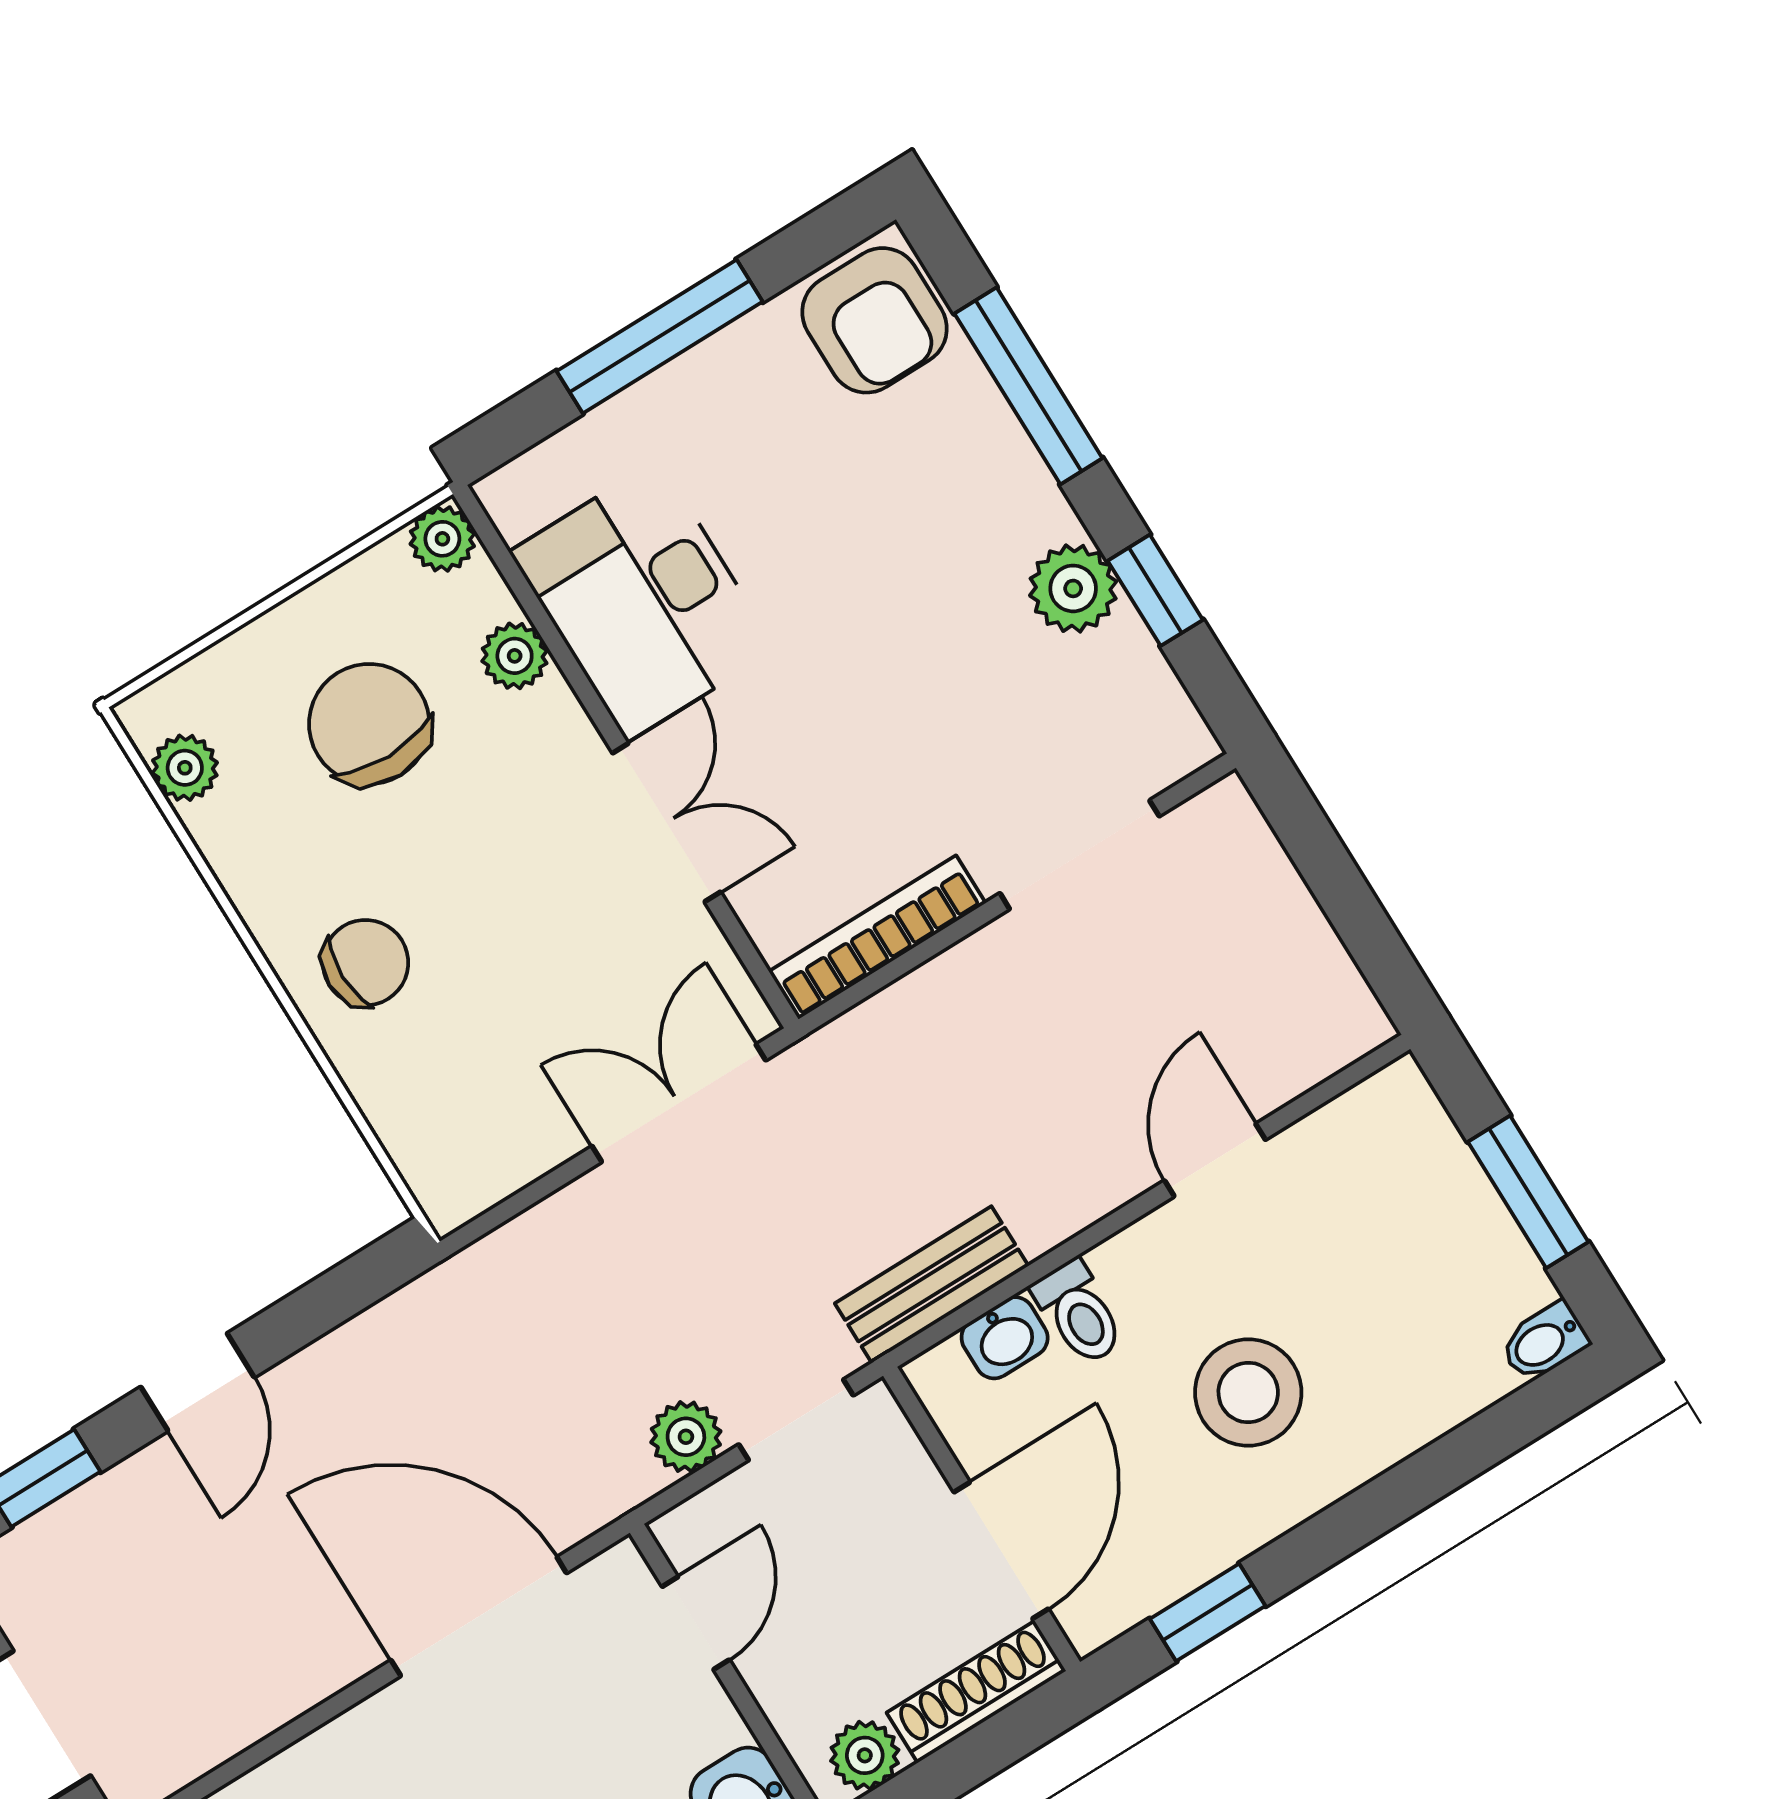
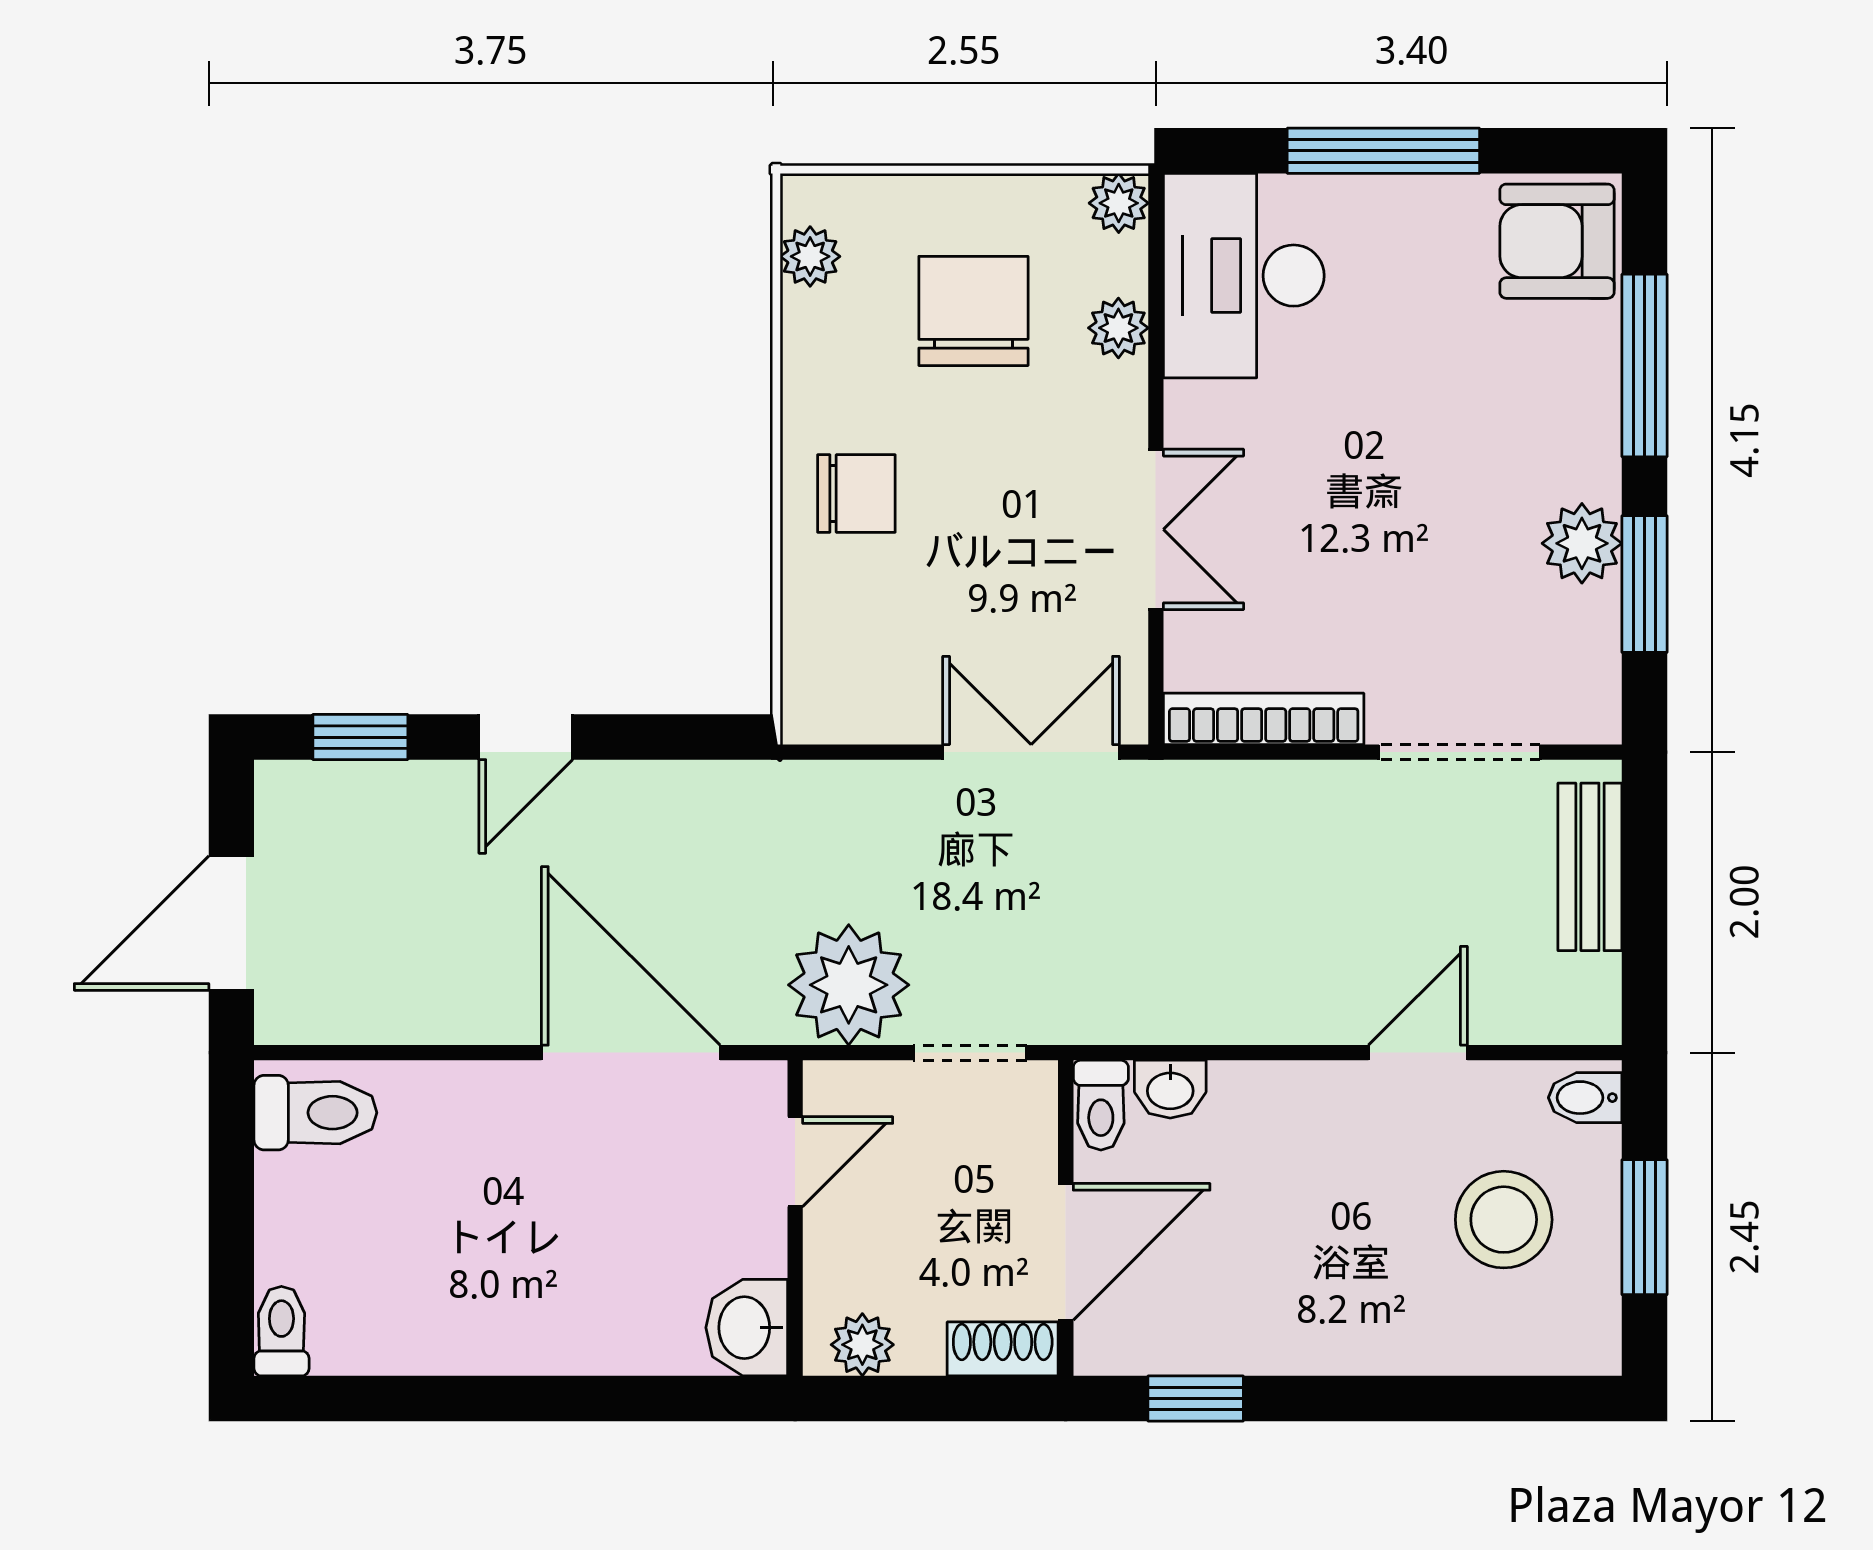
armchair: (875, 320) -> (1557, 241), turned 90
window: (1155, 590) -> (1645, 584), width x1.50
desk: (643, 601) -> (1244, 276), moved
bench: (932, 1285) -> (1590, 867), moved, turned 90
toilet: (1079, 1313) -> (1101, 1105), moved
bidet: (1544, 1342) -> (1585, 1098), moved
stool: (1248, 1393) -> (1504, 1220), moved
plant: (686, 1437) -> (849, 985), width x1.87, depth x1.87
shoe rack: (976, 1692) -> (1003, 1349), width x0.70

